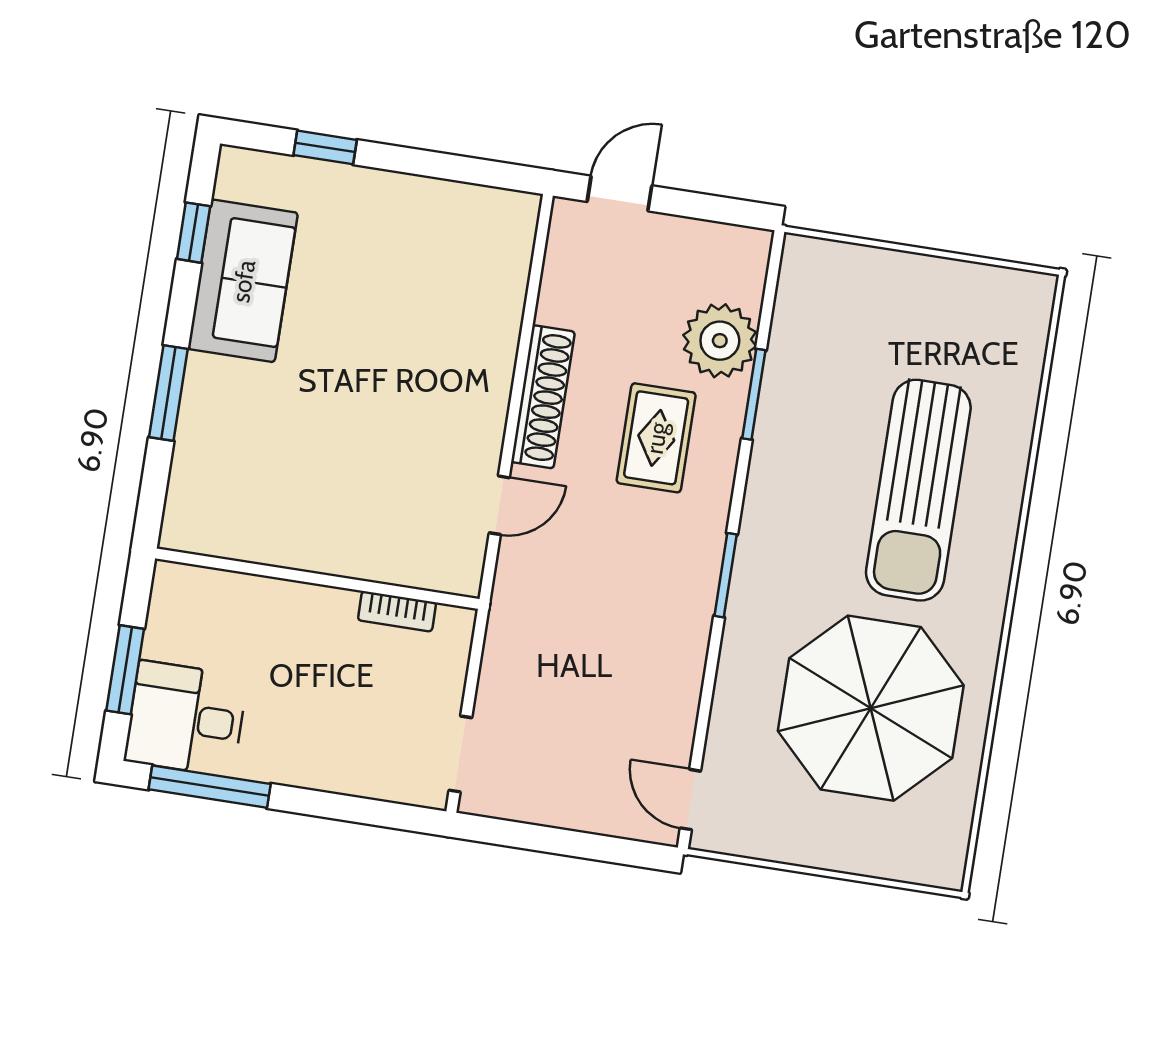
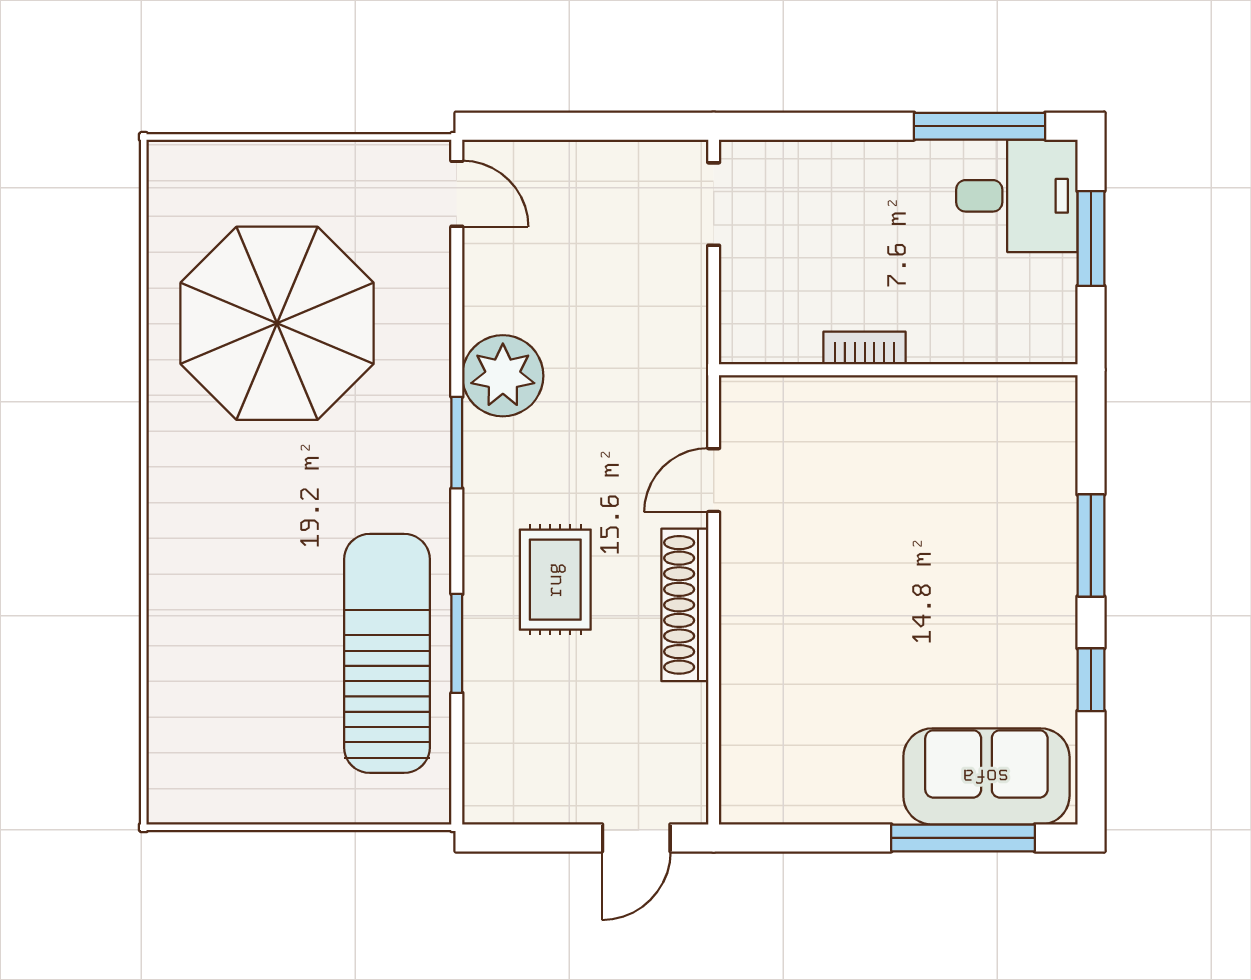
window: (325, 147) -> (963, 838), width x2.17
window: (194, 233) -> (1091, 680), moved
sofa: (243, 281) -> (986, 776), moved, turned 90
plant: (720, 341) -> (503, 376), moved
sun lounger: (918, 490) -> (387, 653), moved
bookcase: (397, 611) -> (865, 348), moved

